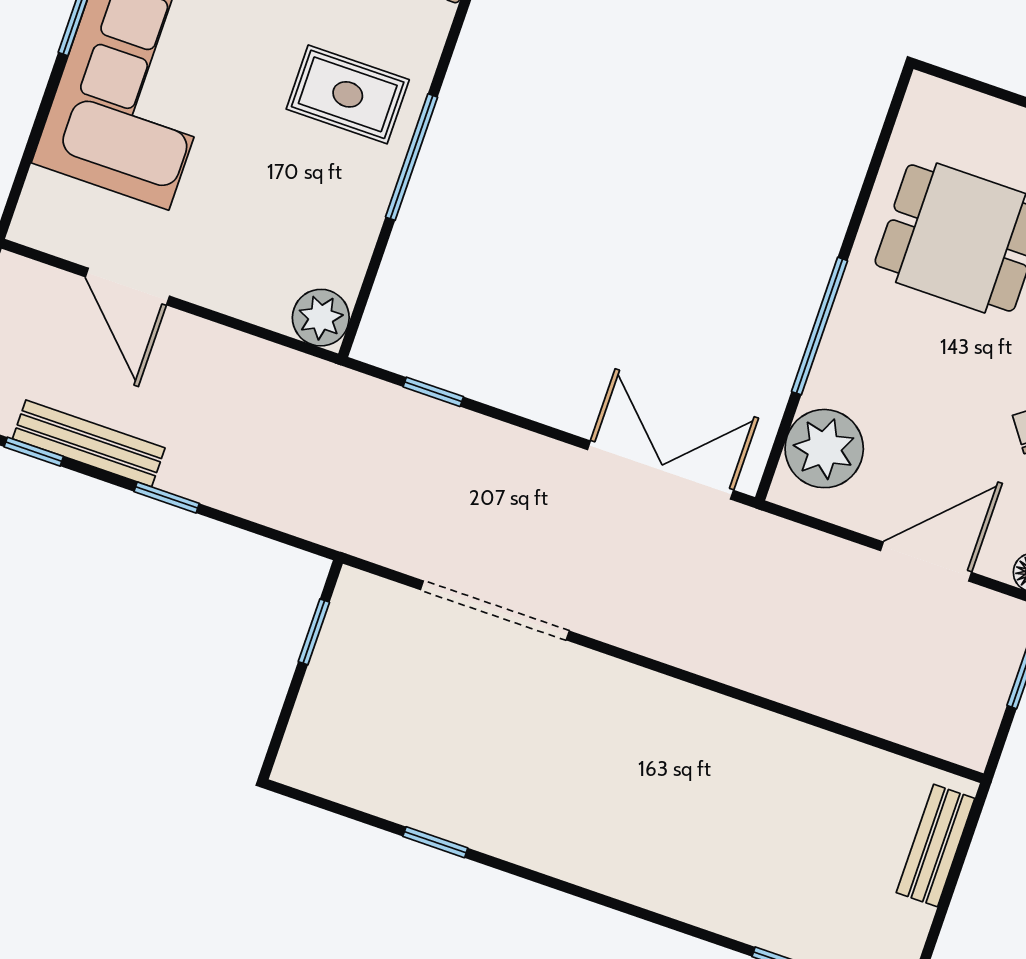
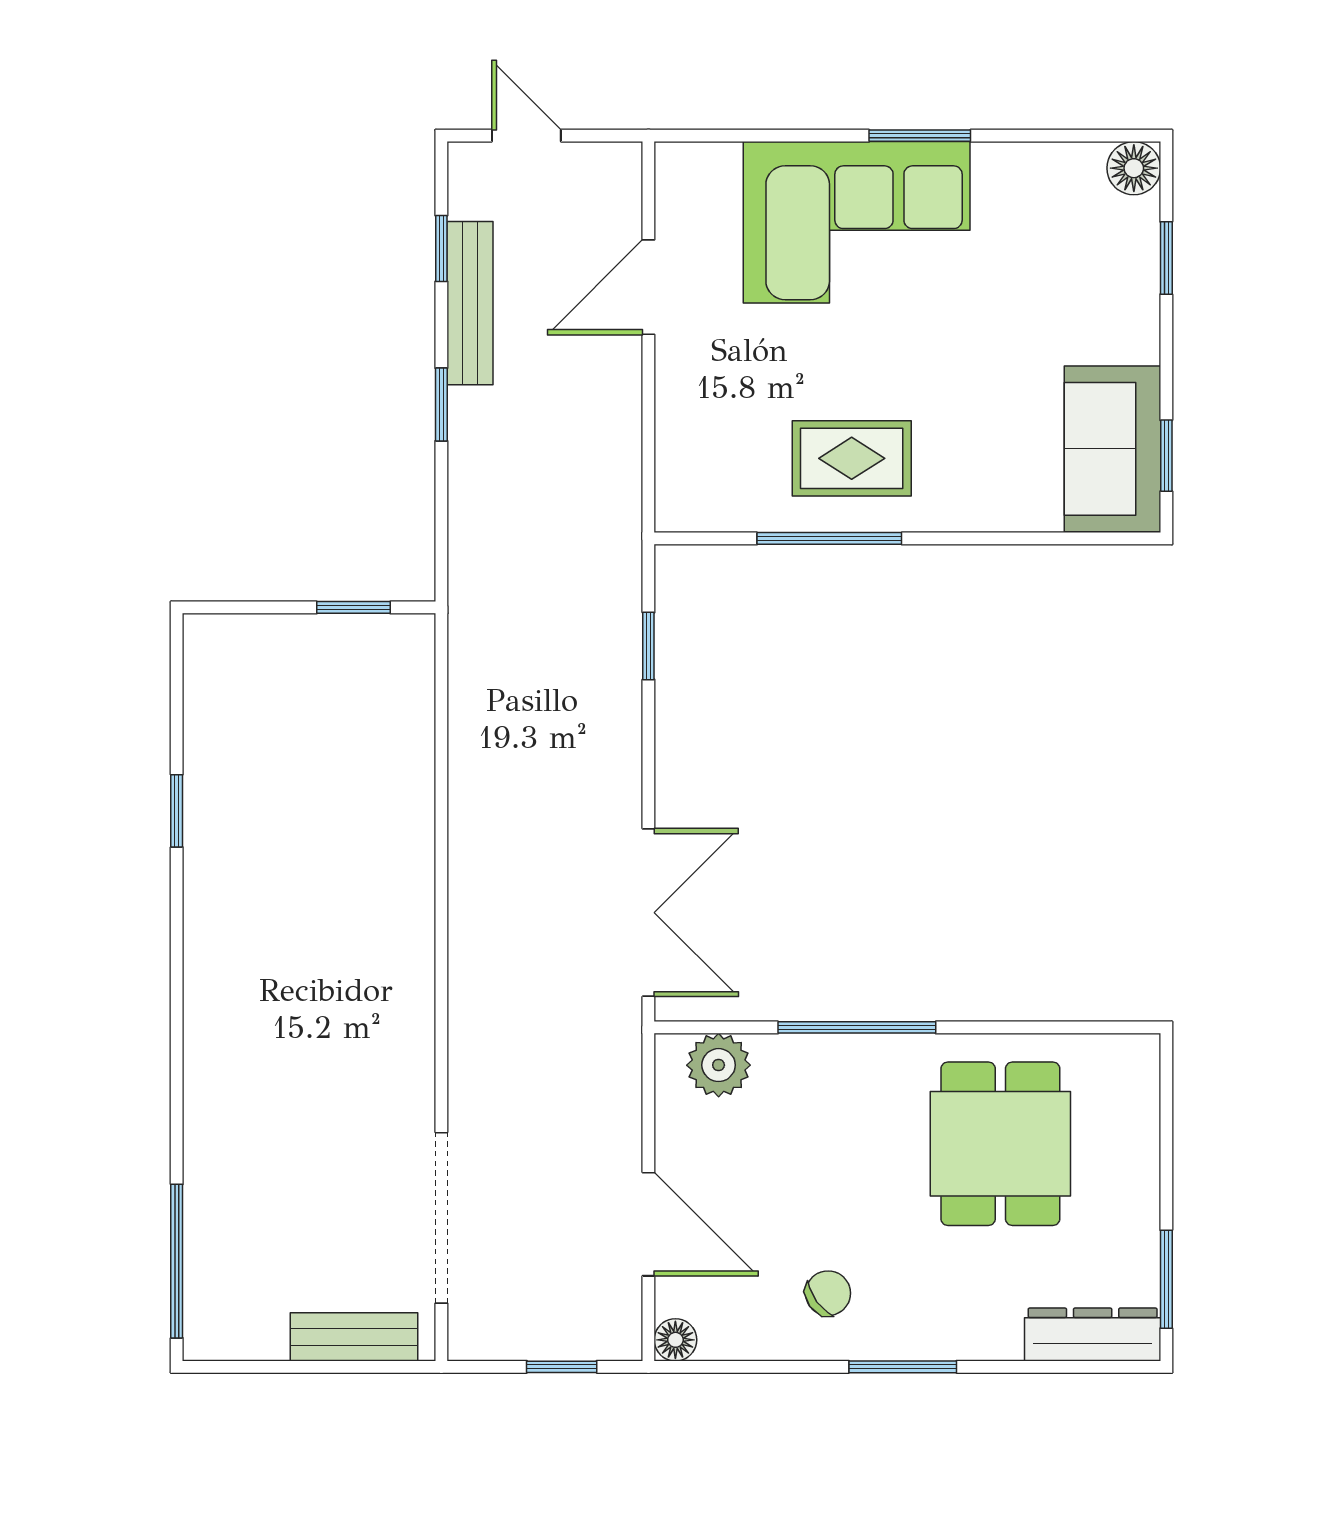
rug: (348, 94) -> (852, 458), moved, turned 90
window: (412, 157) -> (829, 538), moved
plant: (321, 318) -> (686, 501), removed
plant: (824, 449) -> (719, 1065), width x0.73, depth x0.73
doorway: (495, 610) -> (441, 1218), moved

